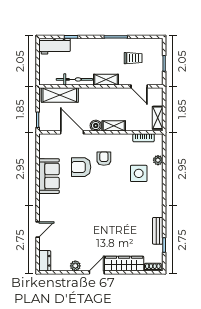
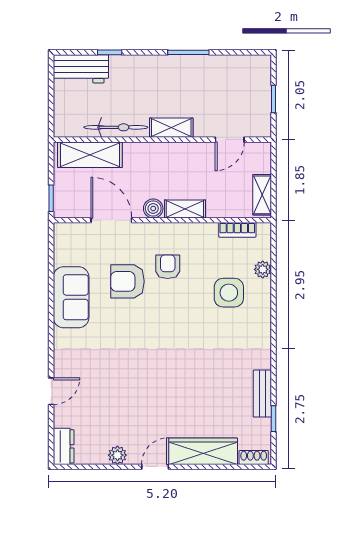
trolley: (133, 58) -> (219, 90), removed
door: (139, 86) -> (230, 140), hinge flipped

